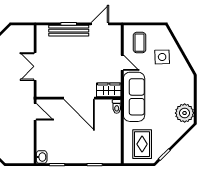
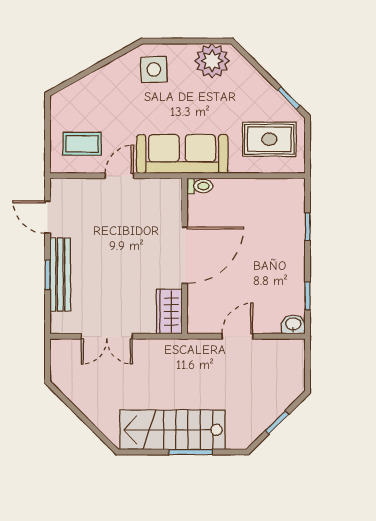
side table: (162, 57) -> (154, 70), moved
double door: (35, 66) -> (107, 336), moved
wardrobe: (109, 90) -> (169, 312), moved
door: (35, 112) -> (237, 336), moved

